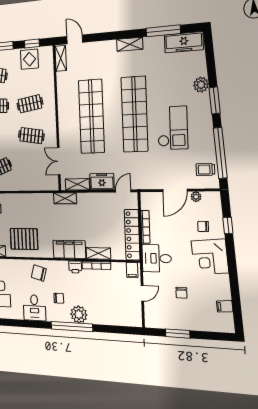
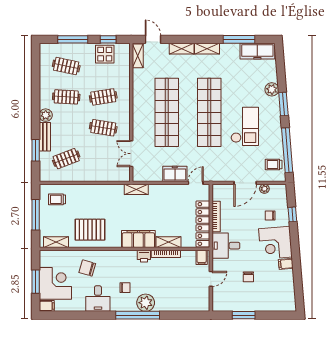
shelving: (77, 184) -> (182, 49), moved
chair: (39, 273) -> (87, 268), moved
filing cabinet: (225, 306) -> (286, 264), moved

